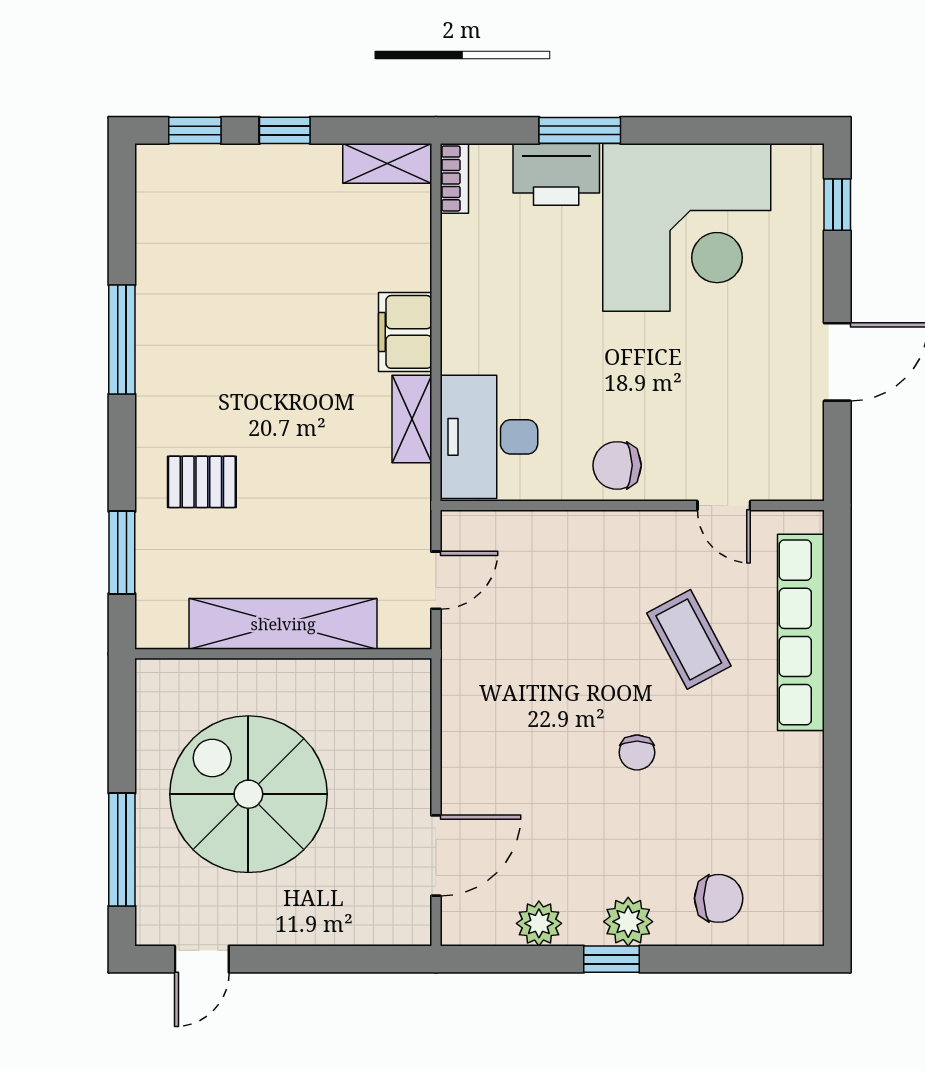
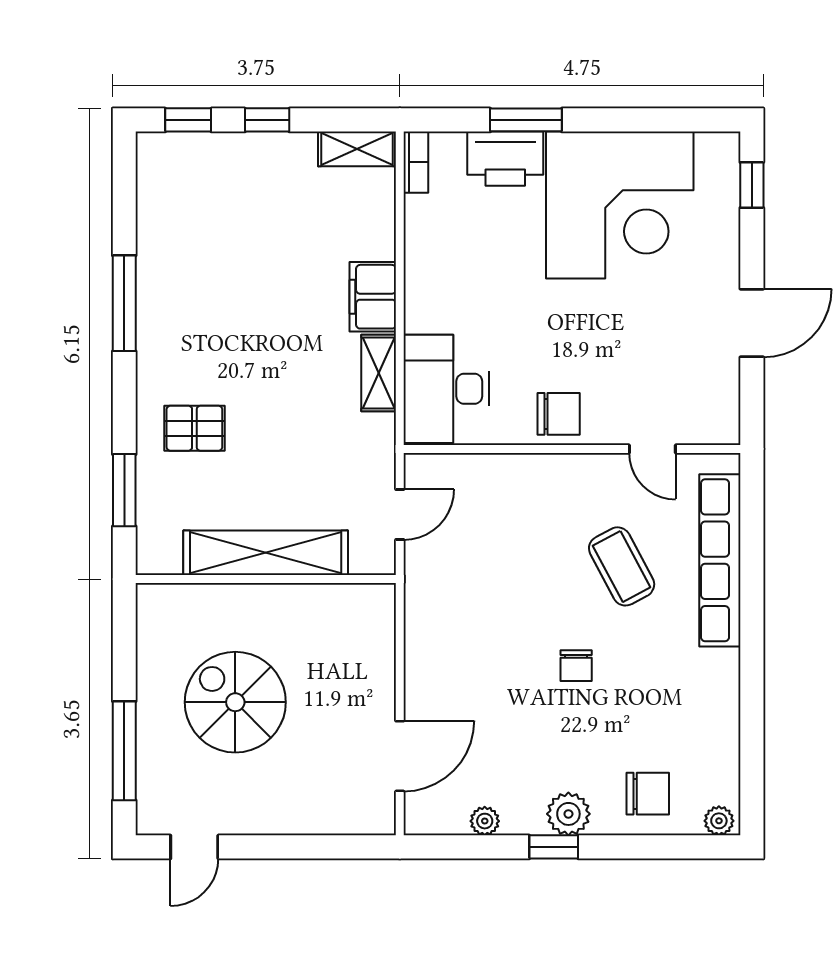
chair: (617, 465) -> (559, 414), turned 180
spiral stairs: (248, 794) -> (235, 702), width x0.73, depth x0.73
plant: (539, 923) -> (485, 821), width x0.73, depth x0.73
plant: (800, 929) -> (719, 821), added

